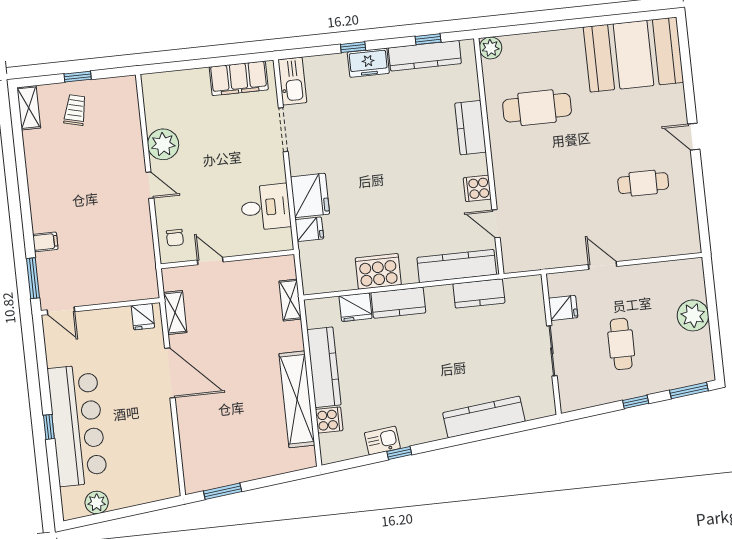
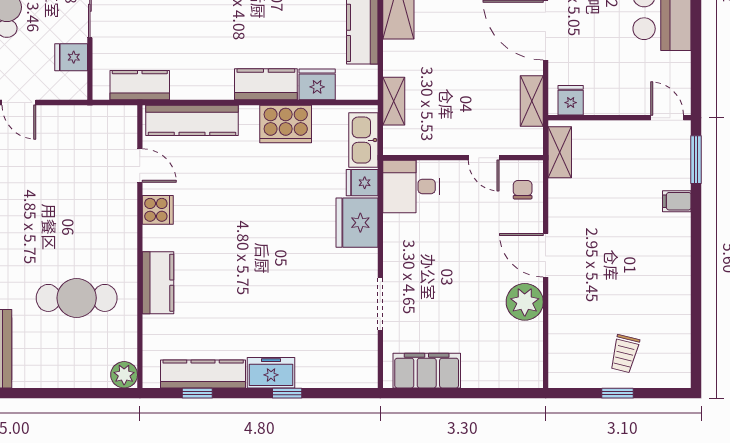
kitchen sink: (292, 81) -> (363, 140), moved
shelving: (29, 108) -> (560, 152), moved
door: (150, 185) -> (546, 255), width x1.38
desk: (265, 207) -> (411, 186), moved
kitchen counter: (479, 293) -> (140, 85), moved

